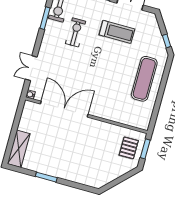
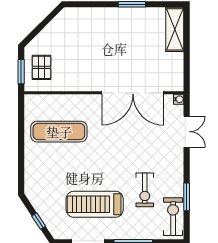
treadmill: (117, 32) -> (95, 204), width x1.37, depth x1.38
window: (167, 41) -> (39, 221), moved
exercise mat: (144, 79) -> (59, 132), moved, turned 90

